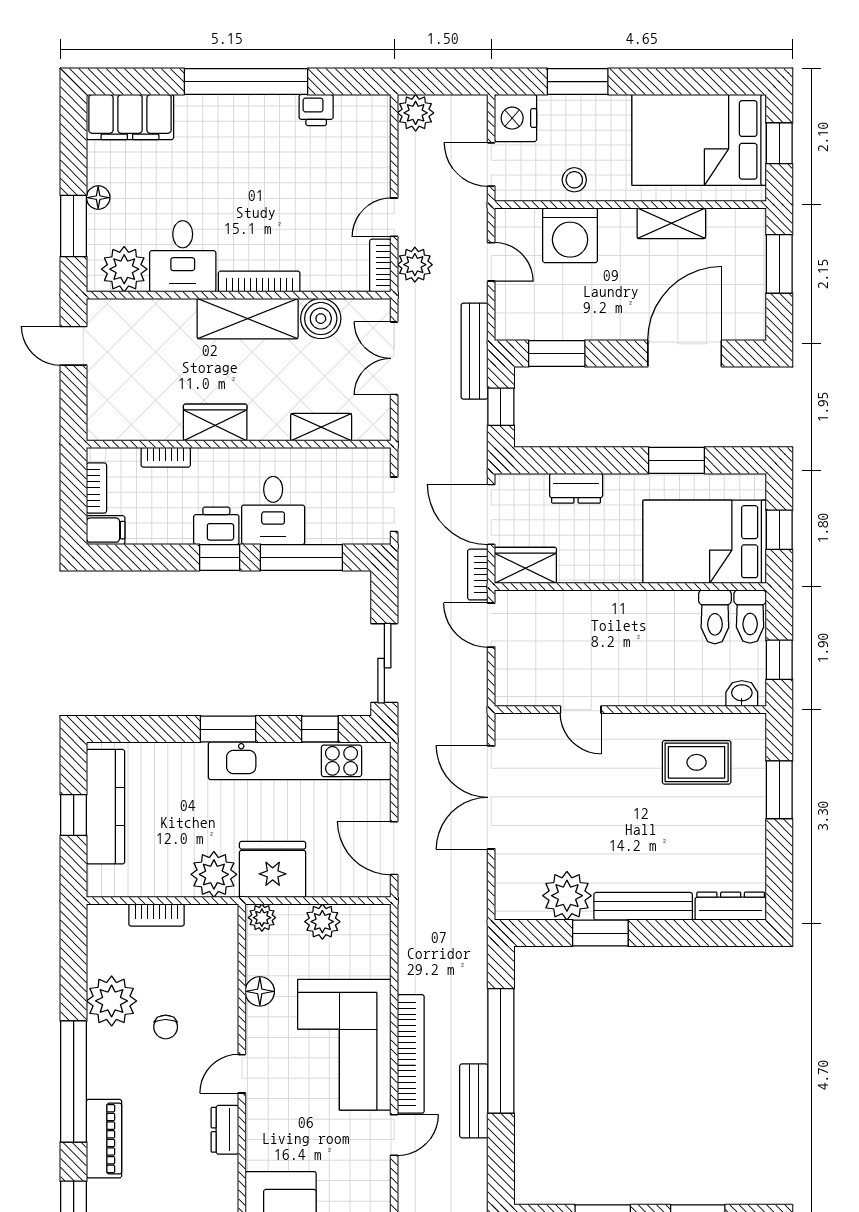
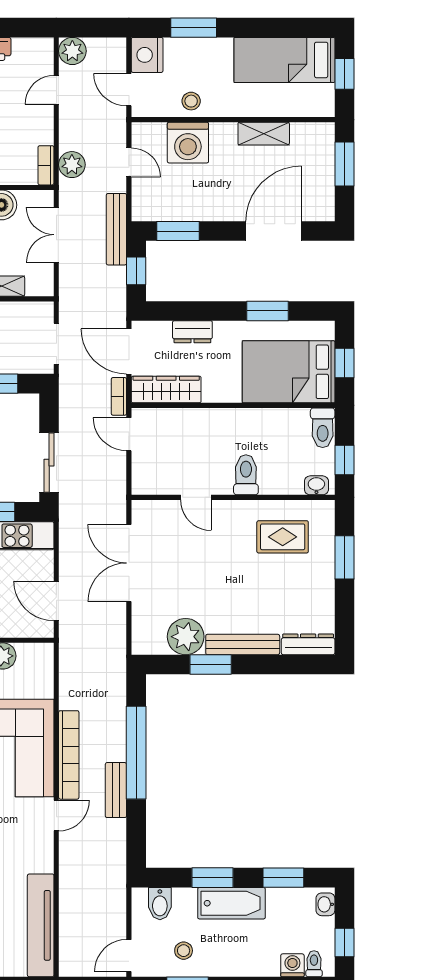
bed: (699, 140) -> (284, 60), width x0.67
door: (394, 217) -> (56, 90), moved
wardrobe: (525, 565) -> (166, 389), width x1.50
toilet: (715, 617) -> (246, 475), moved, turned 180

